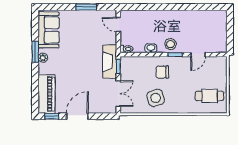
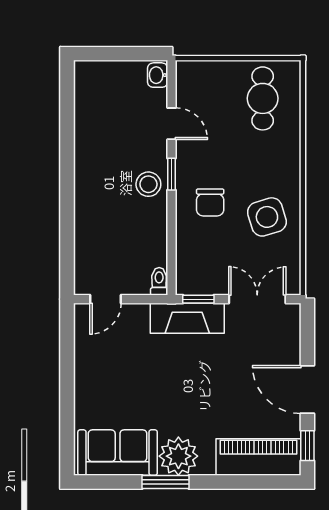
window: (86, 7) -> (67, 370), removed
washbasin: (151, 48) -> (158, 75), moved
plant: (43, 58) -> (178, 456), width x1.88, depth x1.88

